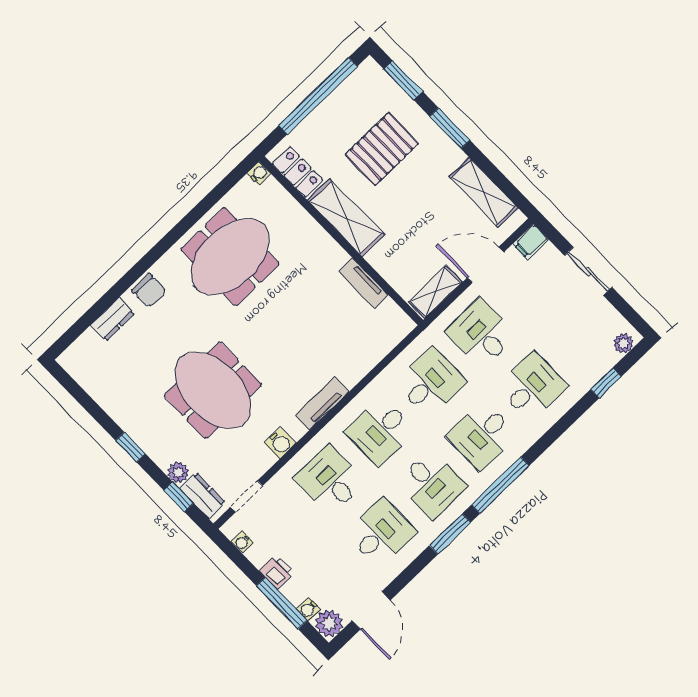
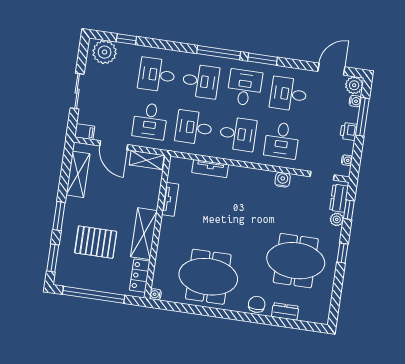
plant: (623, 343) -> (105, 52), width x1.88, depth x1.88
meeting table: (213, 390) -> (296, 261), moved, turned 90
tv unit: (322, 403) -> (210, 169), moved

